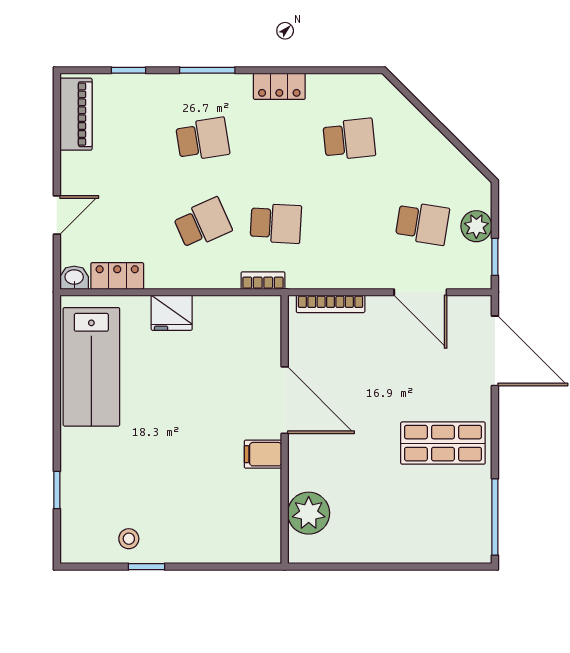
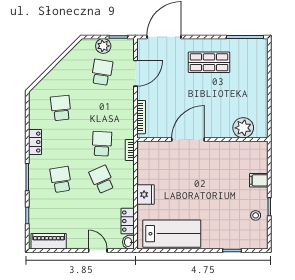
shop shelf: (443, 443) -> (209, 62), turned 90
filing cabinet: (263, 454) -> (259, 180), moved, turned 90

